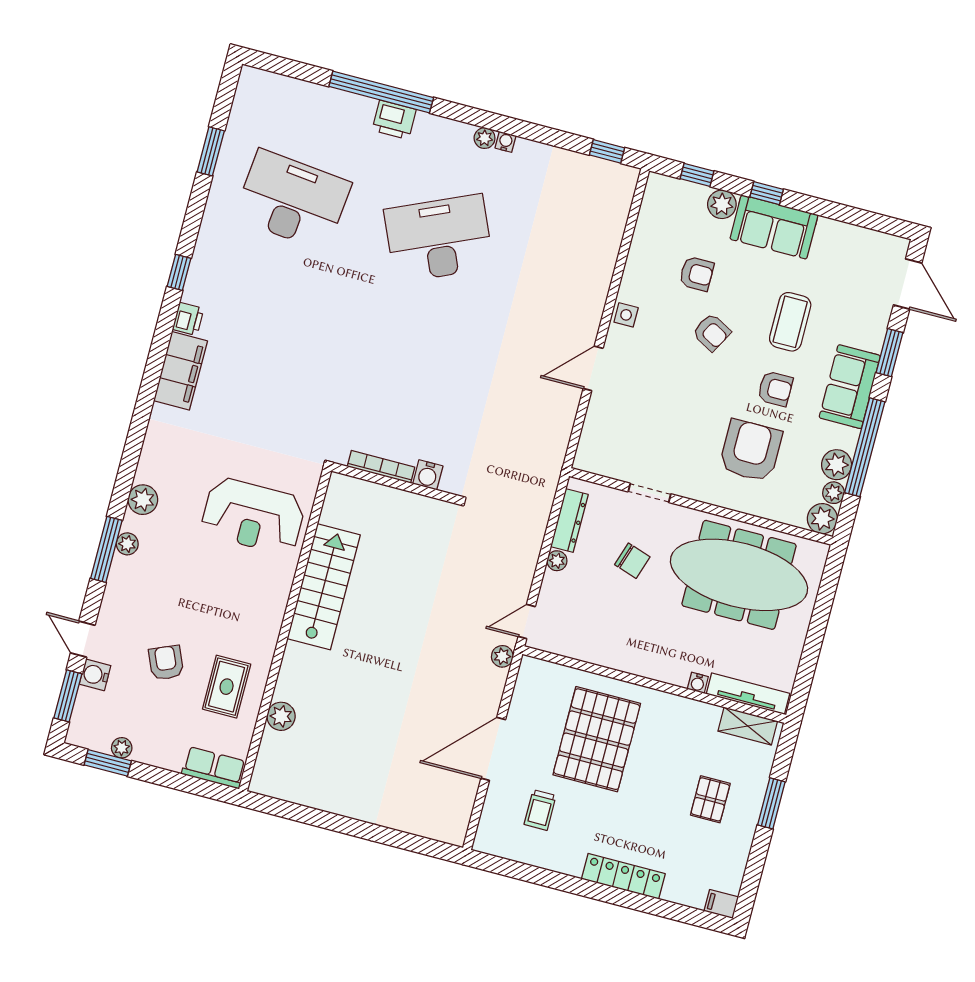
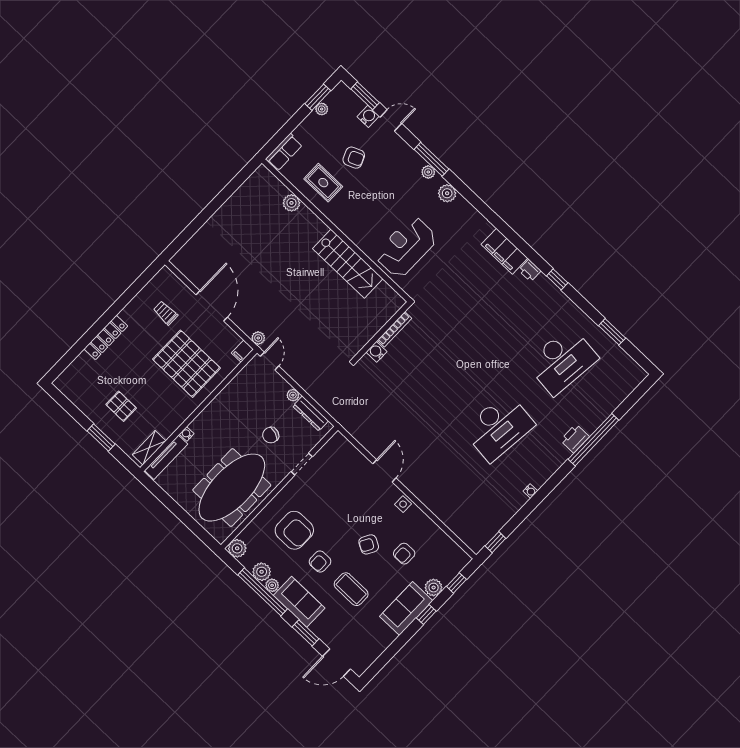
plant: (485, 138) -> (539, 481), removed
desk: (439, 238) -> (499, 427), turned 30
plant: (834, 493) -> (272, 585), moved
filing cabinet: (721, 904) -> (242, 351), moved, turned 180

